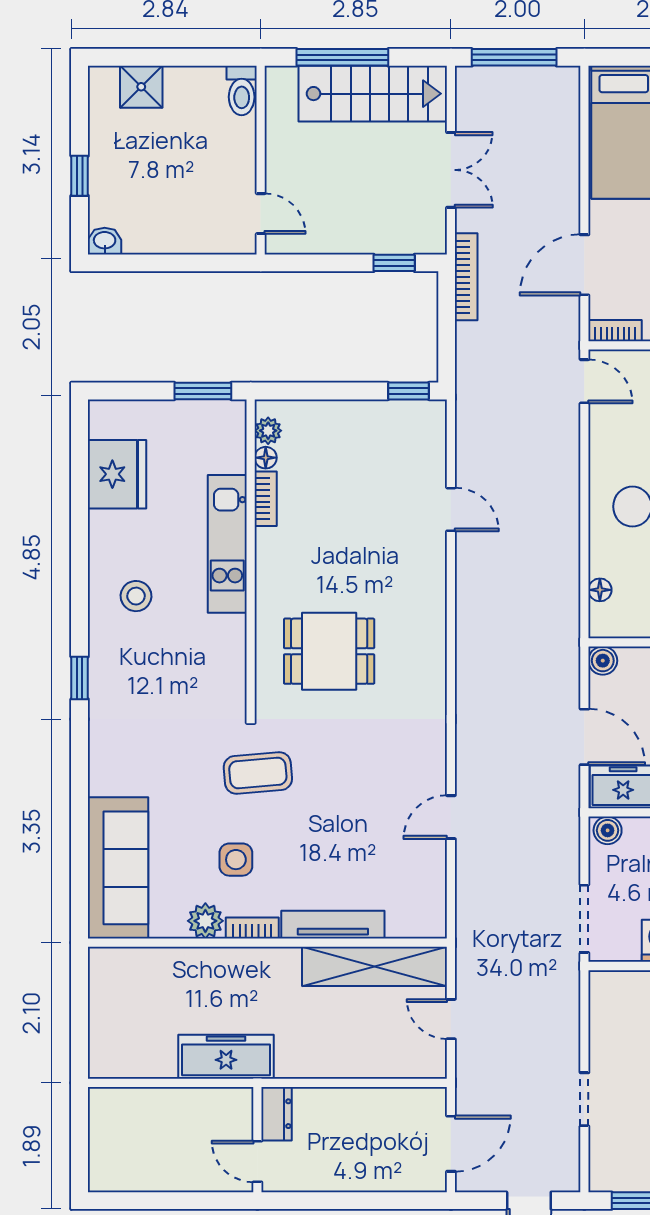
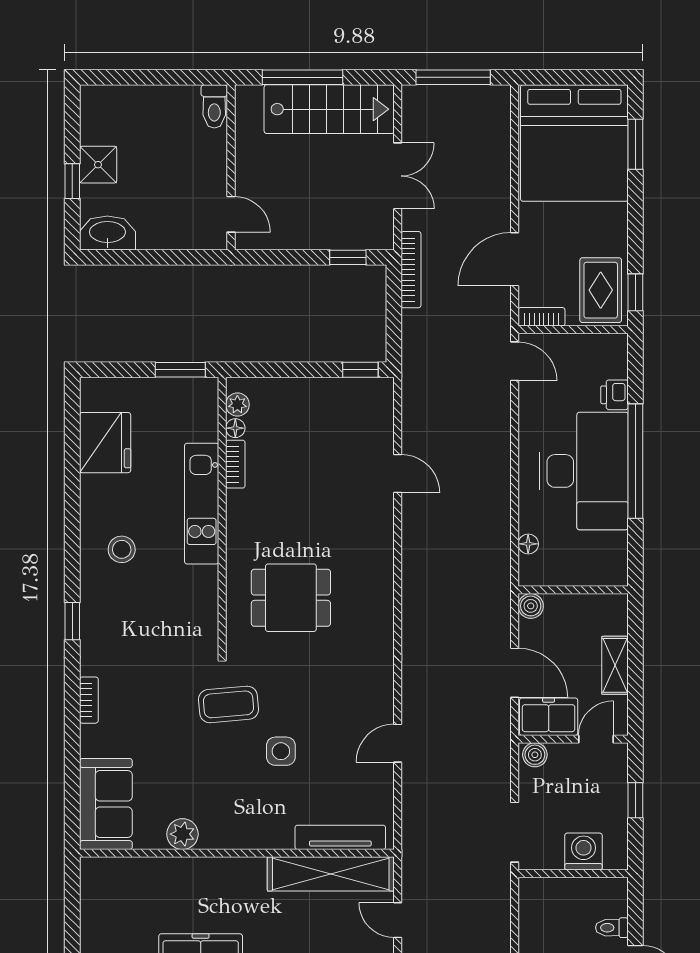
shower: (141, 87) -> (98, 165), moved
washbasin: (105, 241) -> (107, 233), width x1.91, depth x1.45
side table: (236, 860) -> (281, 751), moved
sofa: (118, 868) -> (106, 804), width x0.73
tv unit: (333, 925) -> (340, 837), moved
bookcase: (252, 928) -> (89, 700), moved, turned 90

